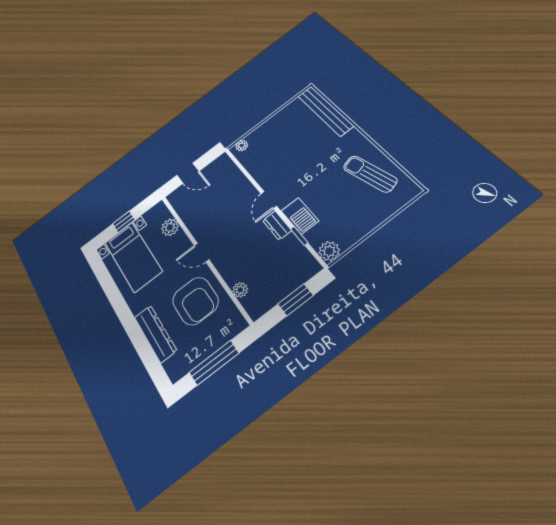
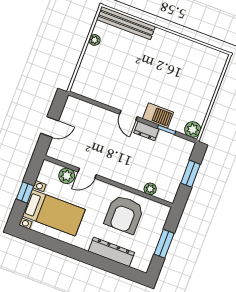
plant: (242, 146) -> (95, 40), moved
sun lounger: (370, 174) -> (188, 60), removed
door: (202, 253) -> (87, 173), moved
armchair: (195, 301) -> (124, 214), turned 90
window: (214, 363) -> (164, 244), width x0.69

